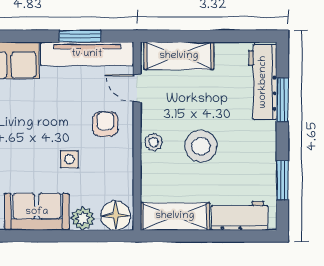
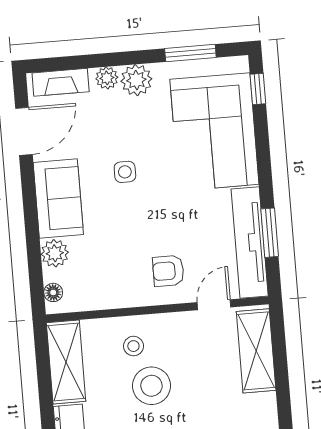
armchair: (105, 124) -> (168, 271), turned 180
stool: (154, 142) -> (133, 346), moved
side table: (69, 159) -> (125, 172), moved
floor lamp: (116, 216) -> (53, 292), width x0.53, depth x0.53

